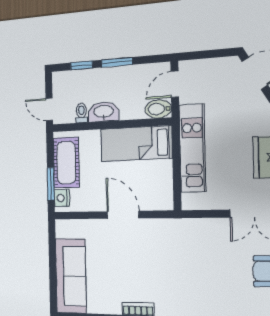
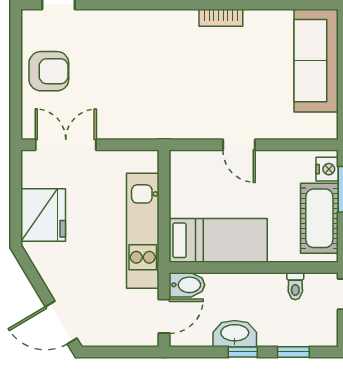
window: (117, 62) -> (243, 352), width x0.67
washbasin: (104, 112) -> (235, 334), moved, turned 180
door: (123, 215) -> (239, 145), width x0.73

